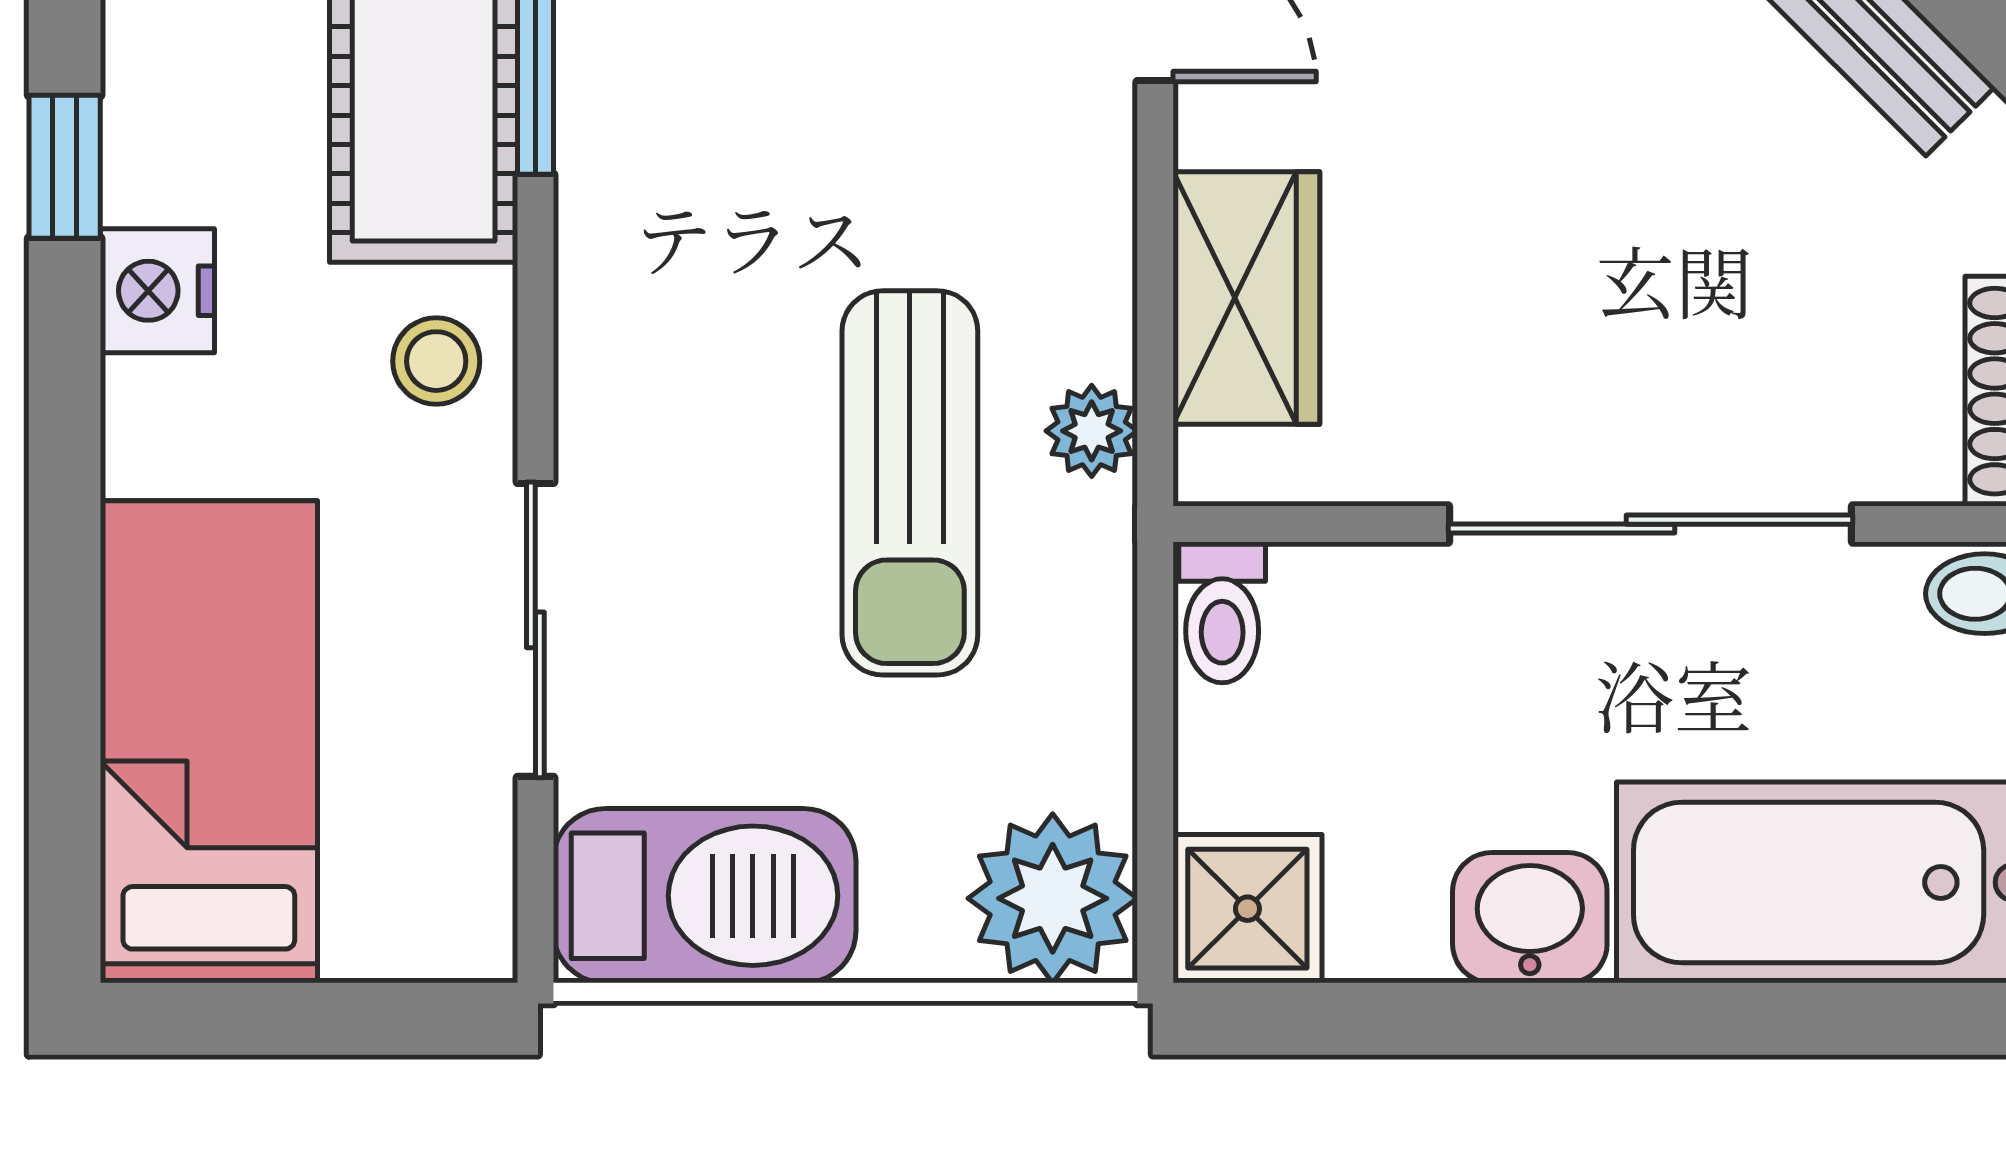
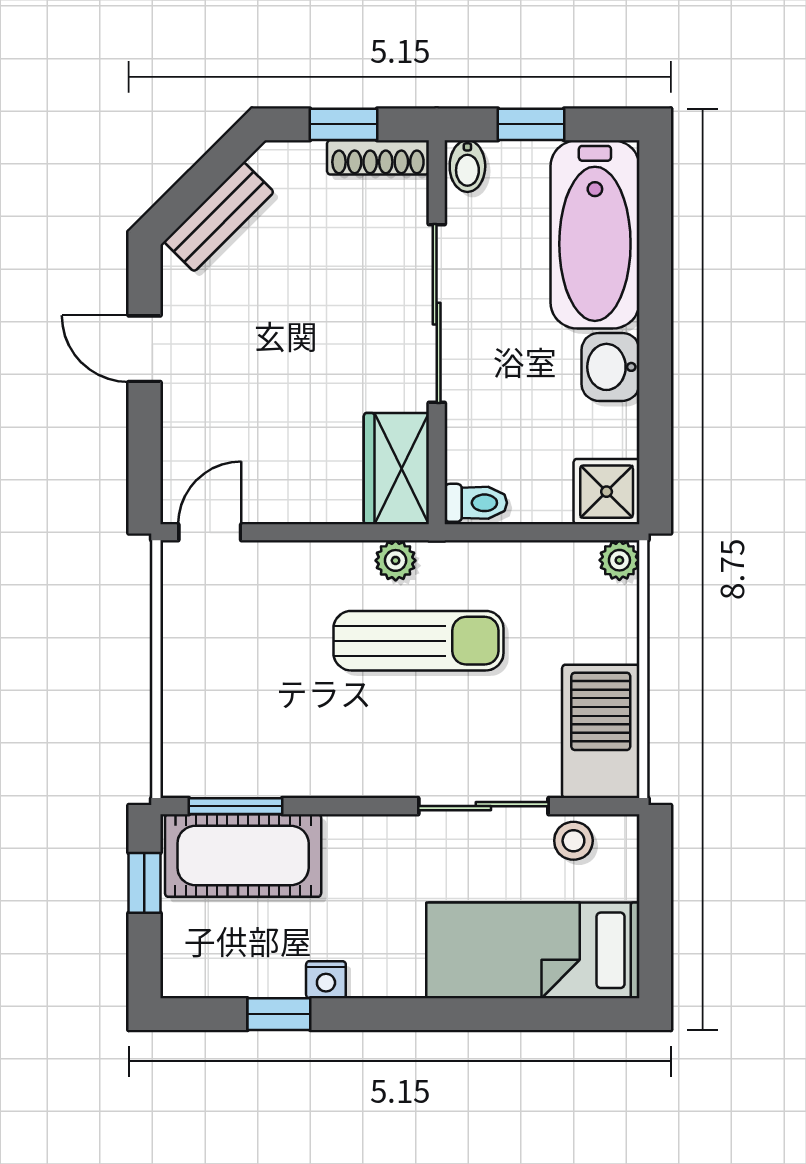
nightstand: (157, 291) -> (326, 980), width x0.72, depth x0.74
wardrobe: (1246, 298) -> (396, 469), moved, turned -90
stool: (436, 361) -> (573, 841), moved
plant: (1053, 898) -> (619, 560), width x0.53, depth x0.53

